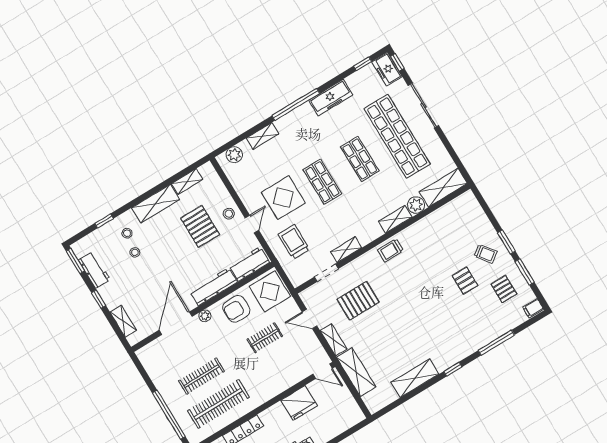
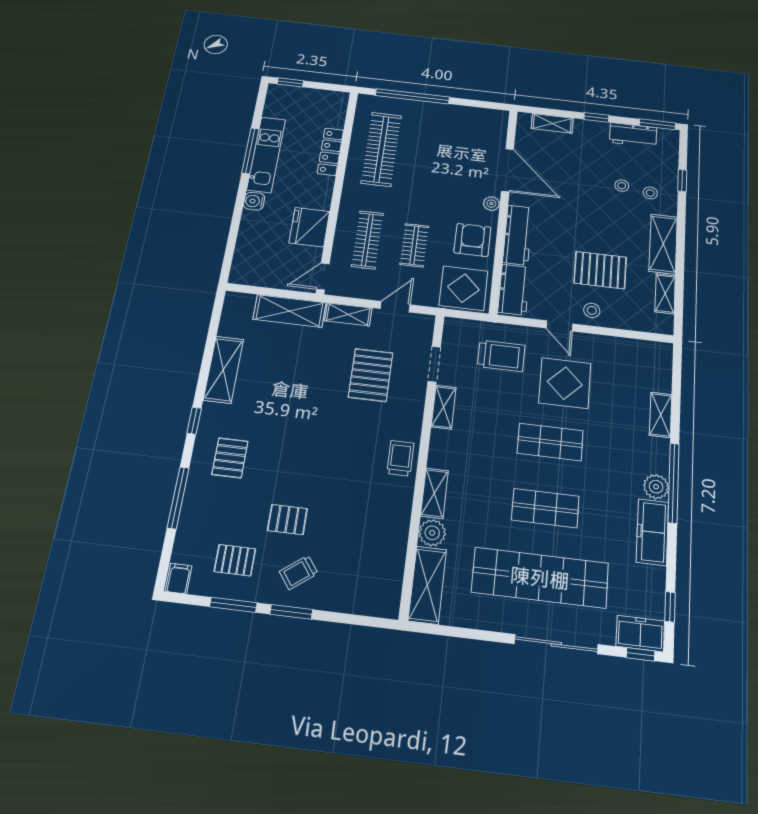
plant: (234, 155) -> (656, 487), moved
pallet: (457, 335) -> (230, 458), added
clothes rail: (202, 376) -> (367, 240), moved

